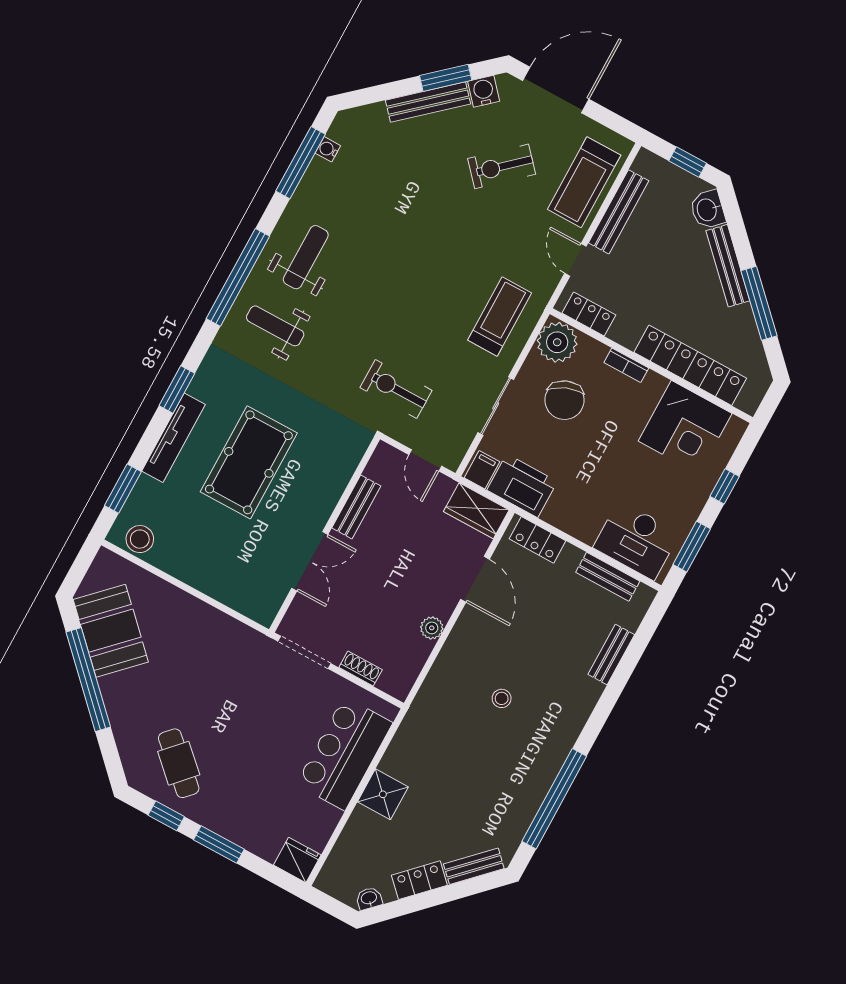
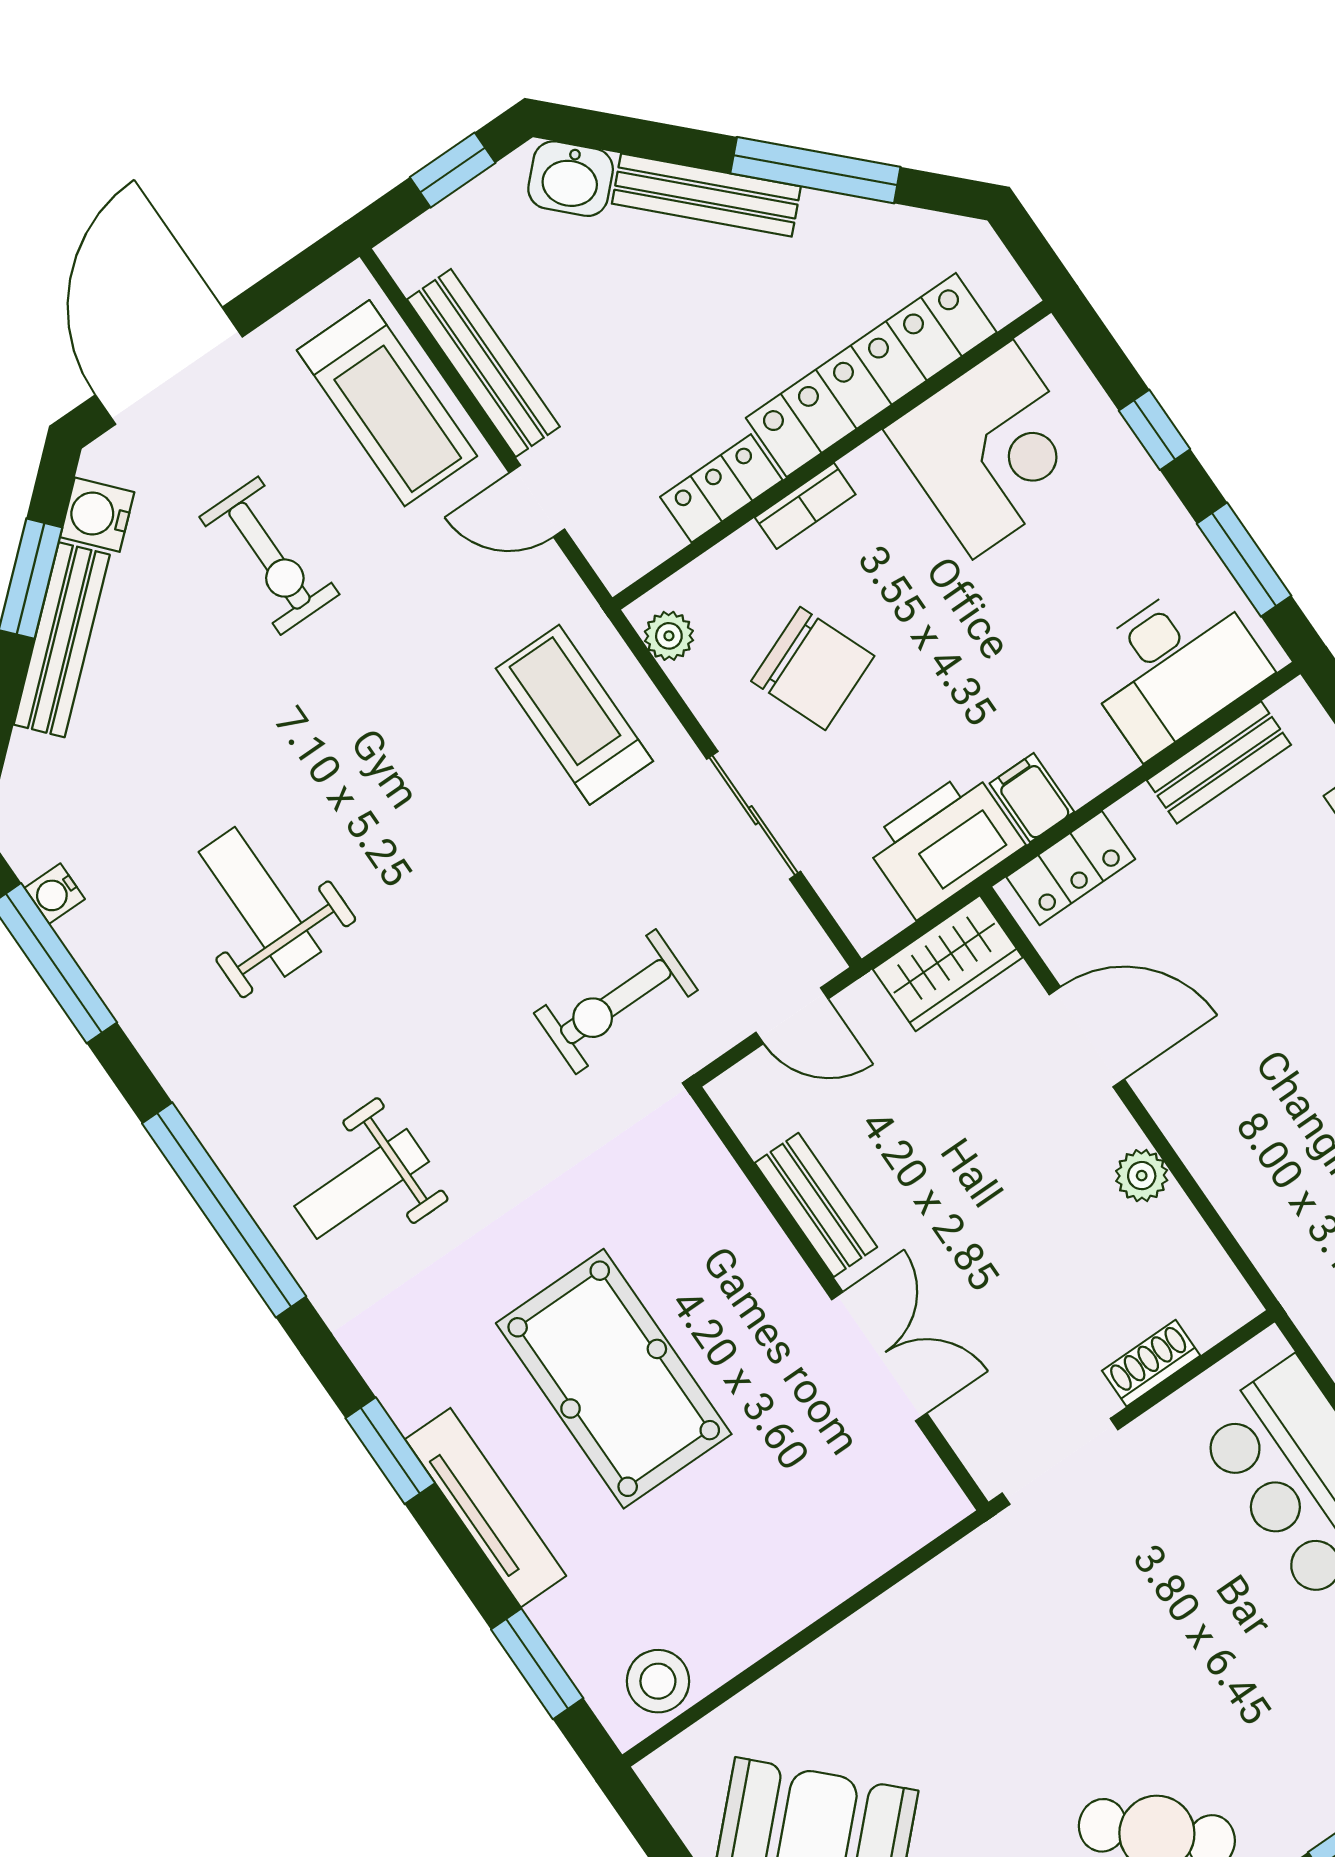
exercise bike: (502, 166) -> (269, 556), turned -48
weight bench: (306, 257) -> (260, 902), moved
locker: (589, 314) -> (721, 488), moved
plant: (557, 342) -> (669, 636), width x0.53, depth x0.53
filing cabinet: (482, 470) -> (1032, 798), moved

